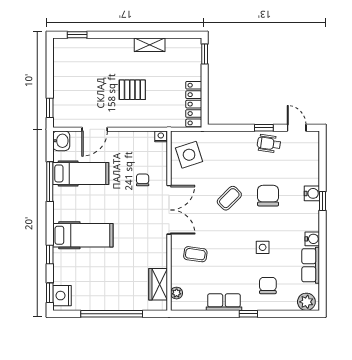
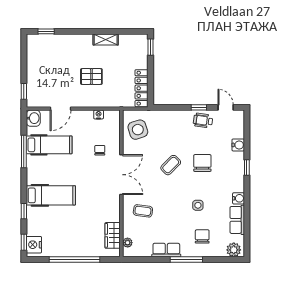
nightstand: (161, 136) -> (99, 115), moved
water cooler: (312, 193) -> (238, 145), moved
window: (248, 314) -> (186, 259), width x2.17

